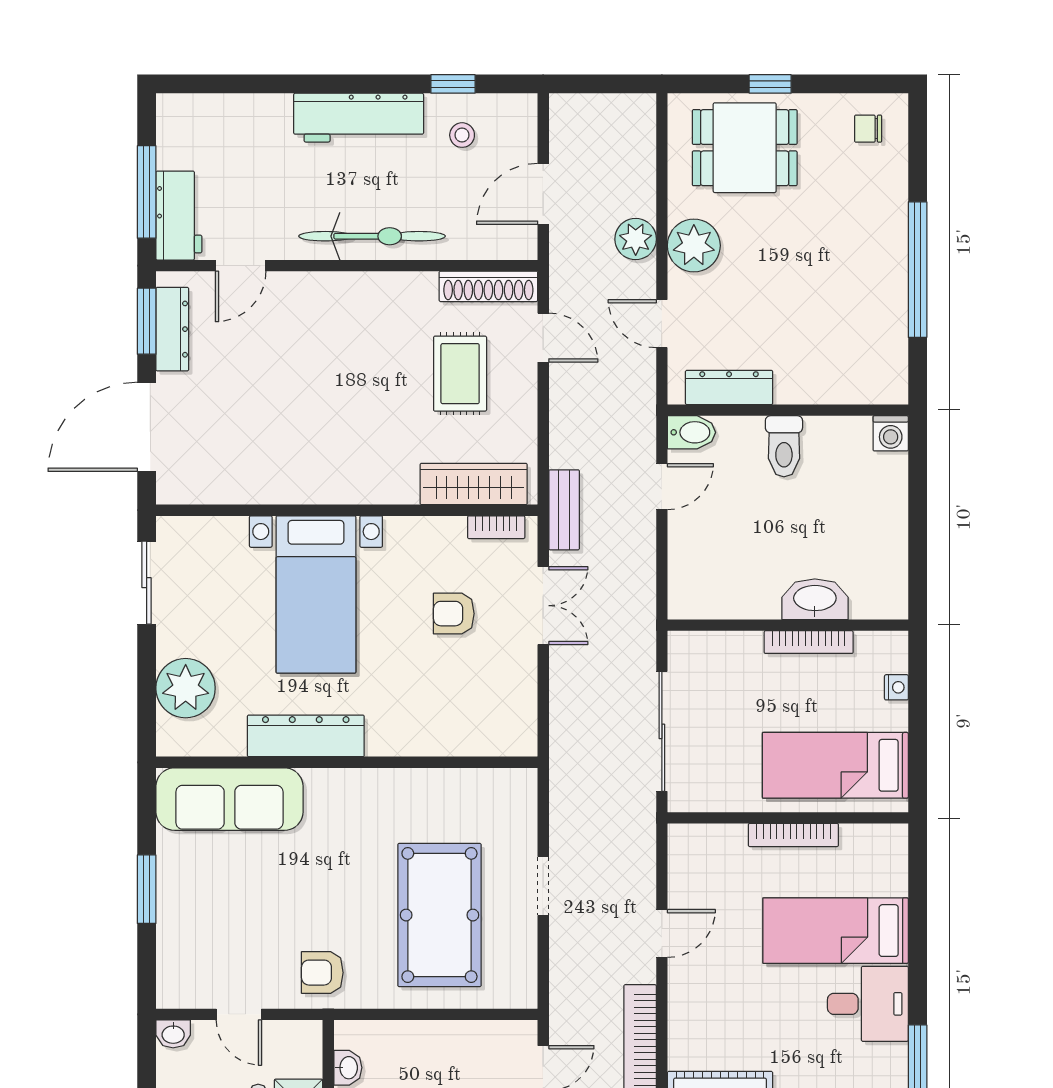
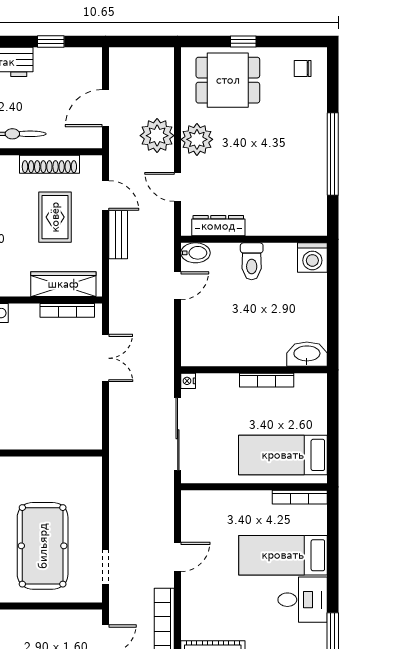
stool: (462, 135) -> (56, 72), removed
plant: (636, 239) -> (157, 136), width x1.36, depth x1.36
shoe rack: (488, 286) -> (49, 164), moved
washing machine: (891, 433) -> (312, 258), width x1.38, depth x1.38
bench: (564, 510) -> (118, 235), moved
bookcase: (496, 527) -> (67, 310), width x1.56
washbasin: (815, 599) -> (307, 354), moved
armchair: (454, 614) -> (51, 363), removed
nightstand: (896, 687) -> (188, 381), moved, turned 180
bookcase: (793, 835) -> (300, 497), moved
doorway: (543, 886) -> (106, 567), moved

